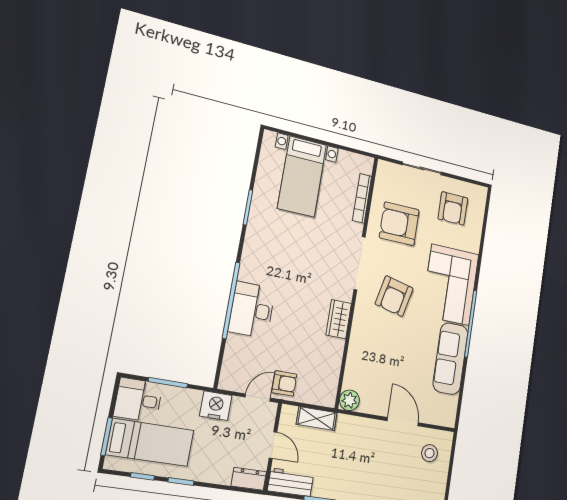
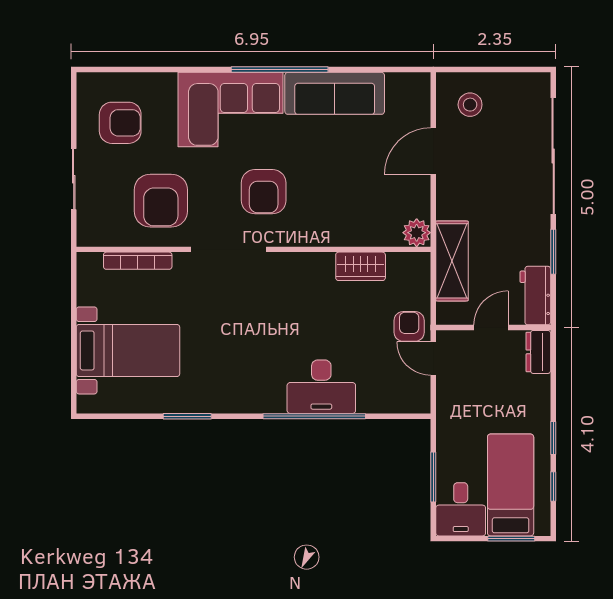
armchair: (394, 296) -> (264, 192), turned 77
wardrobe: (339, 319) -> (361, 266), moved
nightstand: (216, 406) -> (452, 411), removed
shelving: (317, 419) -> (452, 261), width x1.50, depth x1.33

